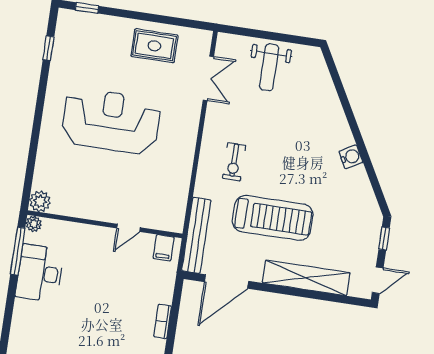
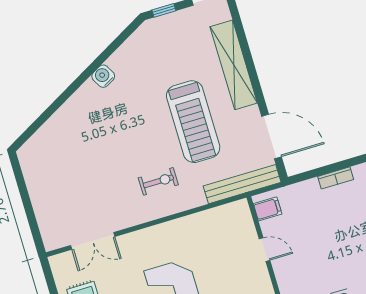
weight bench: (269, 67) -> (56, 190), removed
double door: (208, 78) -> (93, 241), swing flipped
treadmill: (273, 218) -> (193, 122), turned 180

